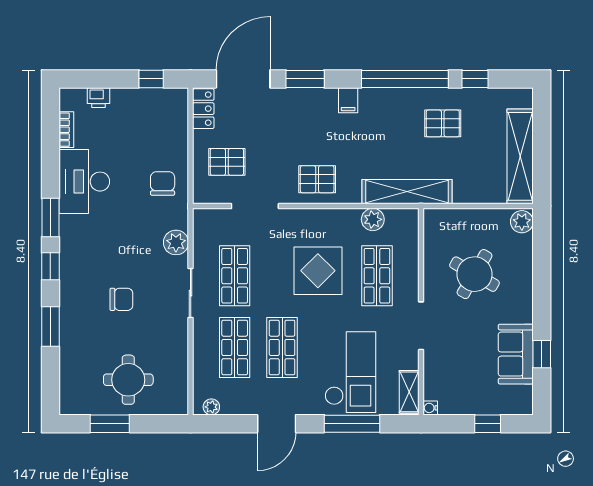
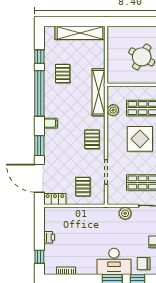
window: (151, 79) -> (39, 257), moved
printer: (99, 98) -> (49, 237), moved
desk: (84, 182) -> (114, 261), moved
chair: (163, 183) -> (144, 264), moved
plant: (522, 222) -> (114, 32), removed

